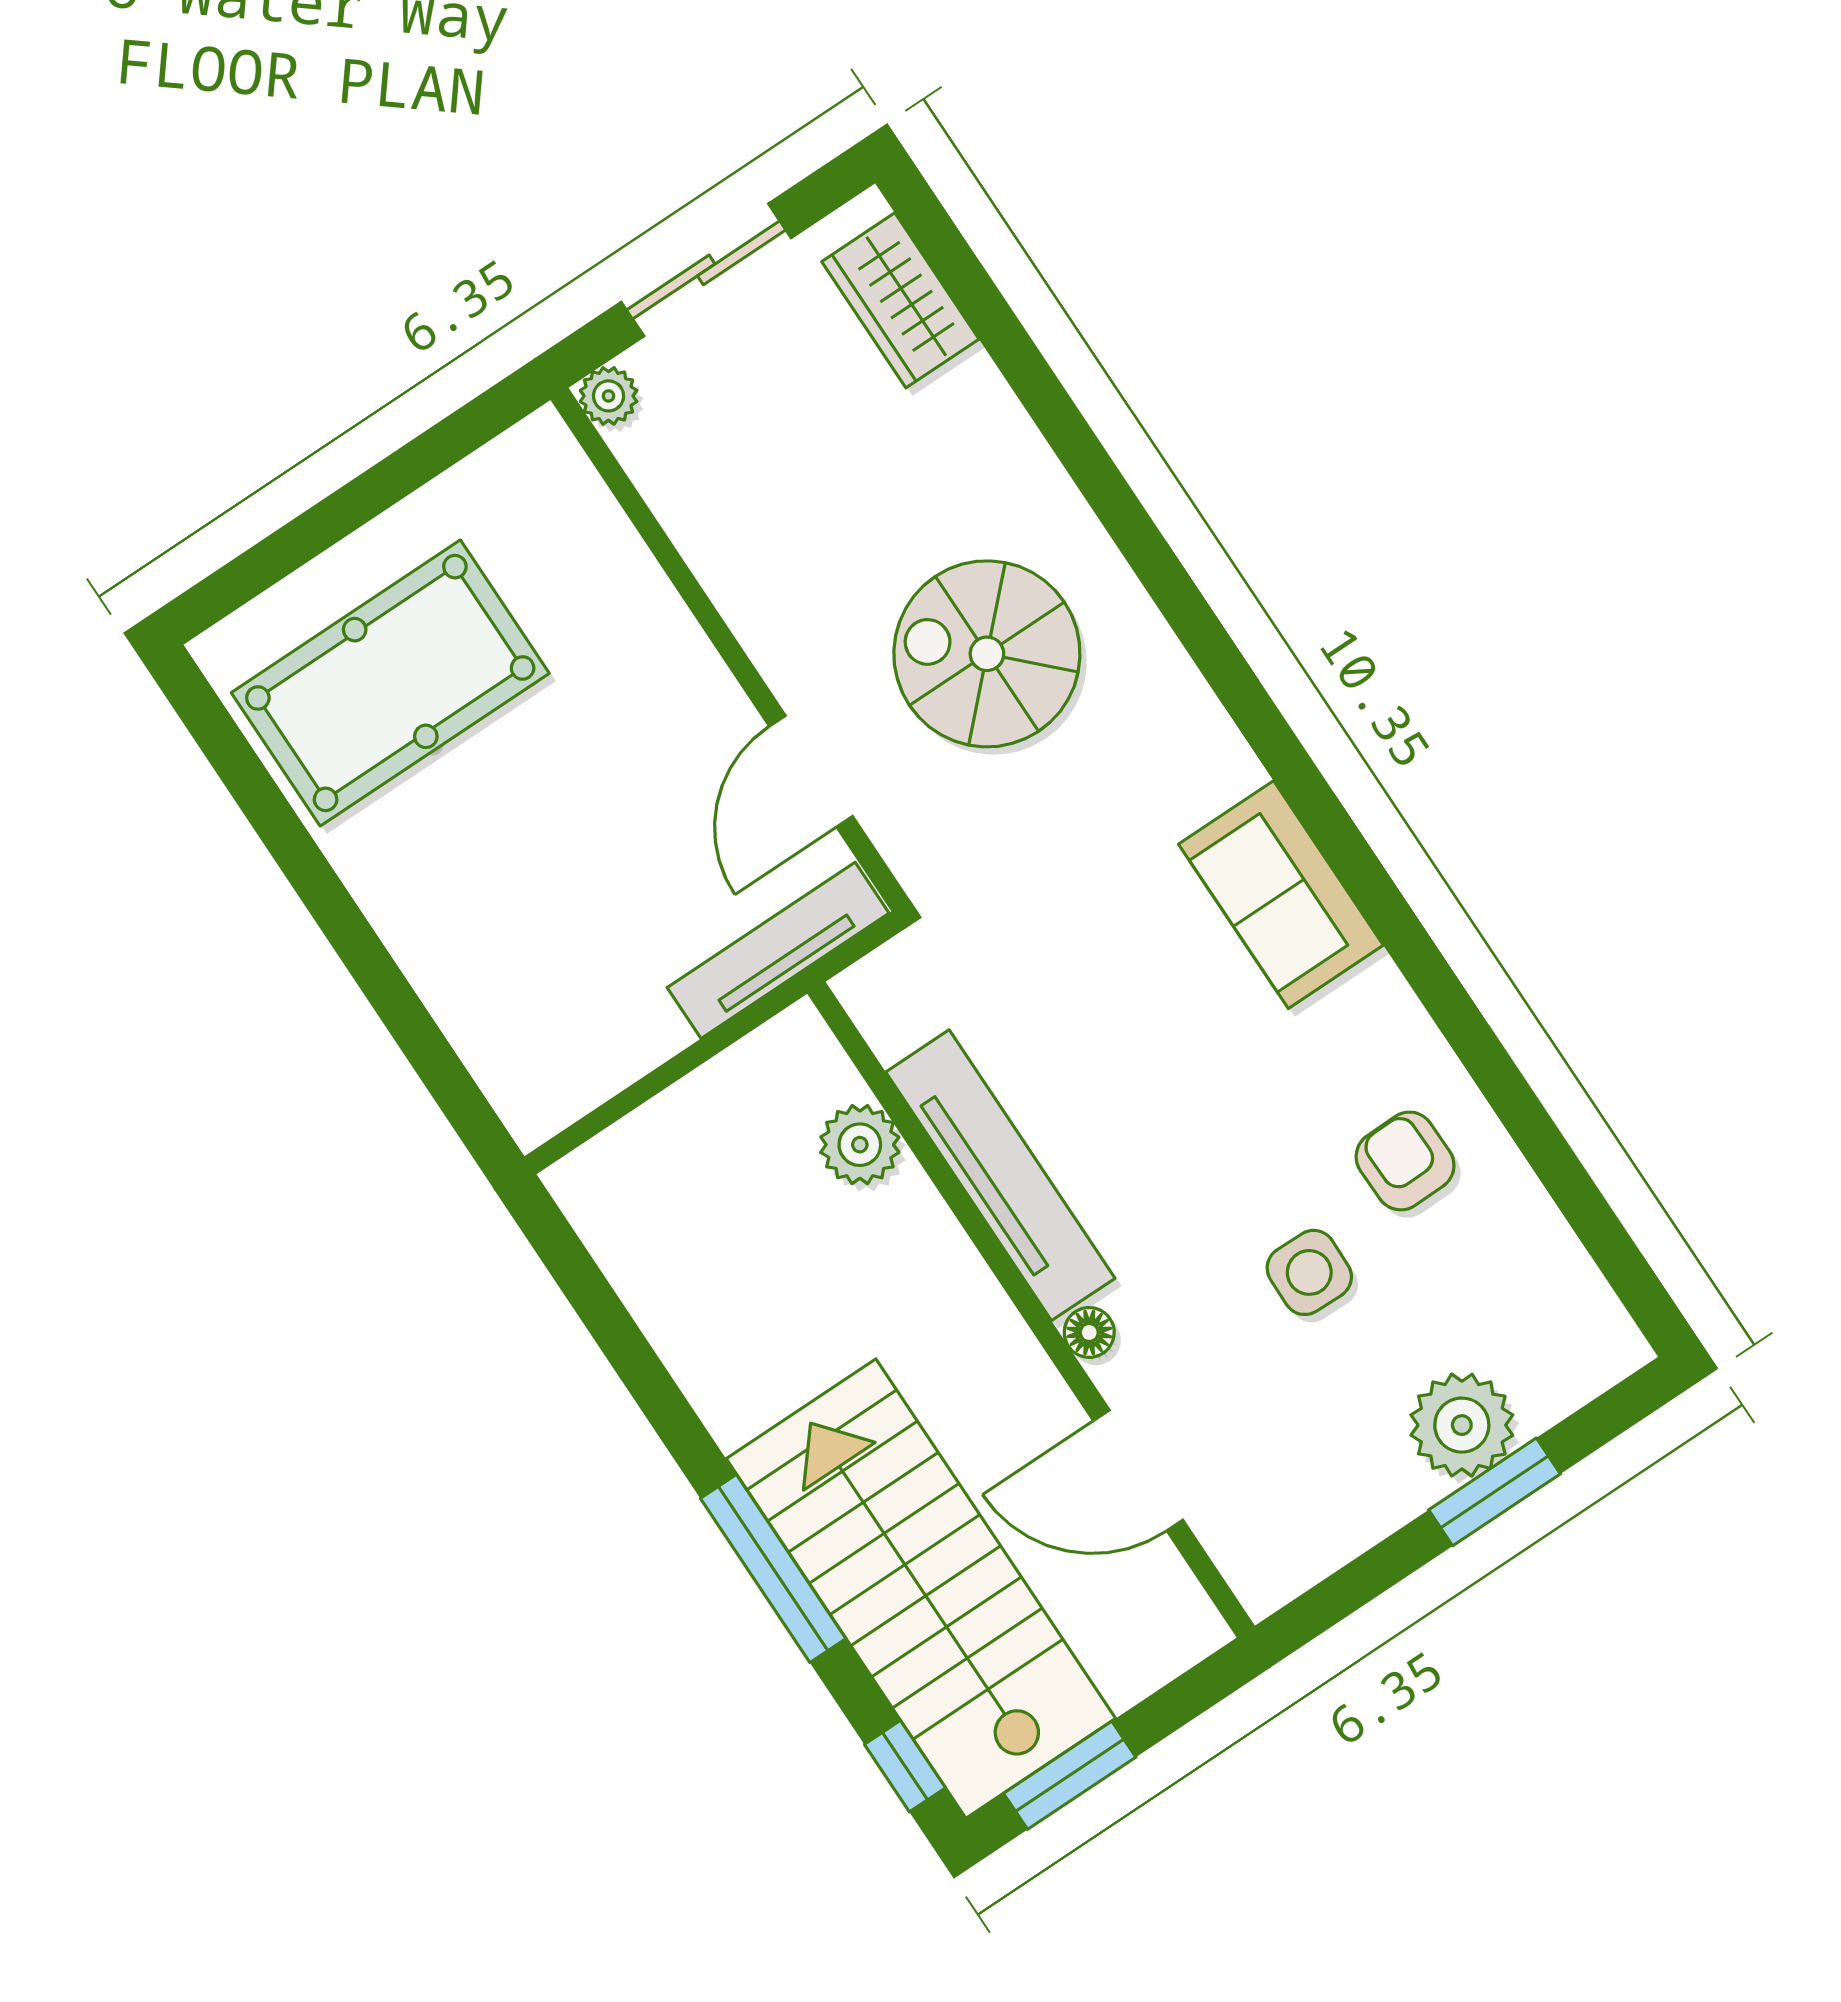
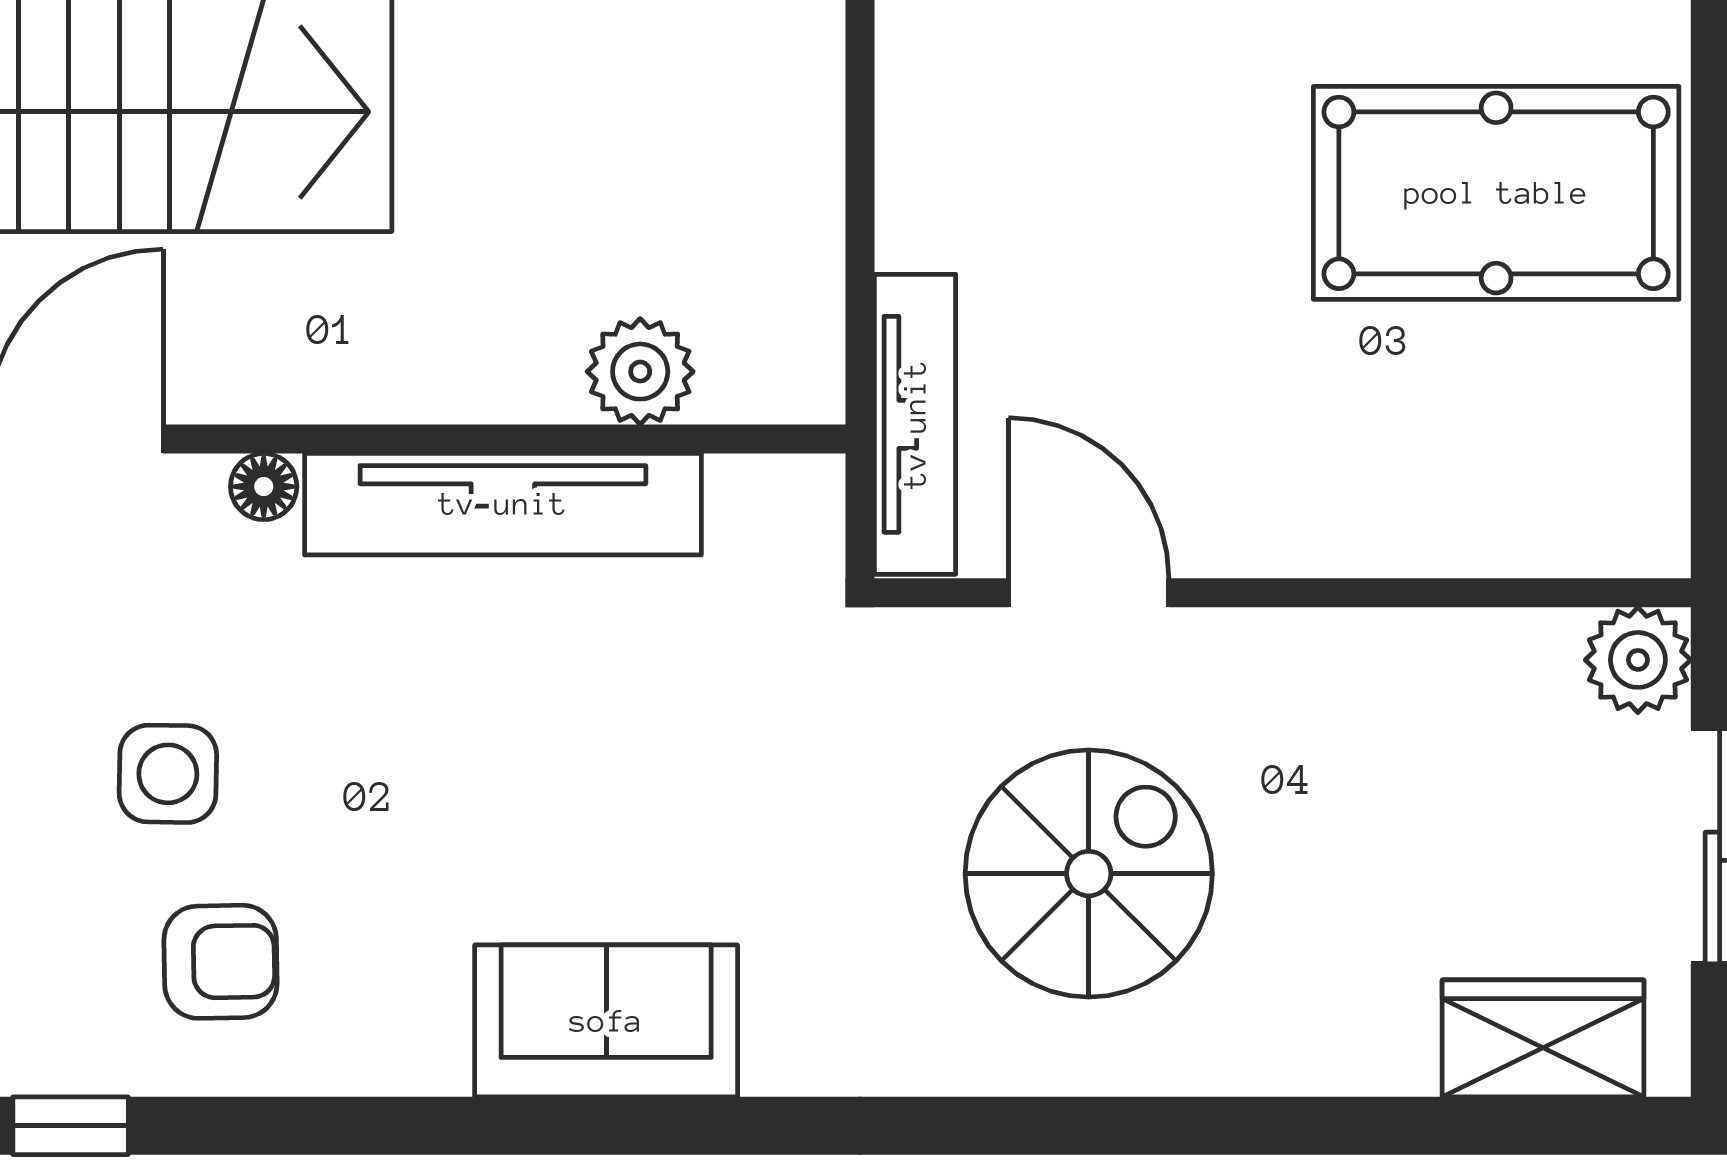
plant: (609, 396) -> (1638, 660), width x1.38, depth x1.38
pool table: (390, 683) -> (1496, 193), turned 90
window: (1570, 1186) -> (71, 1126), added

